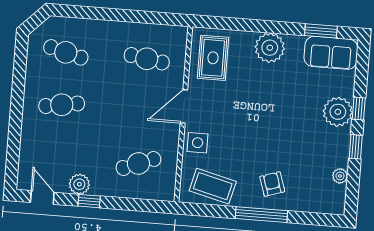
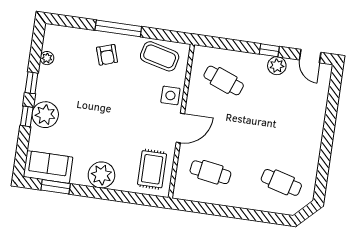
cafe table: (62, 105) -> (288, 137), removed
cafe table: (138, 163) -> (224, 80), turned 42

